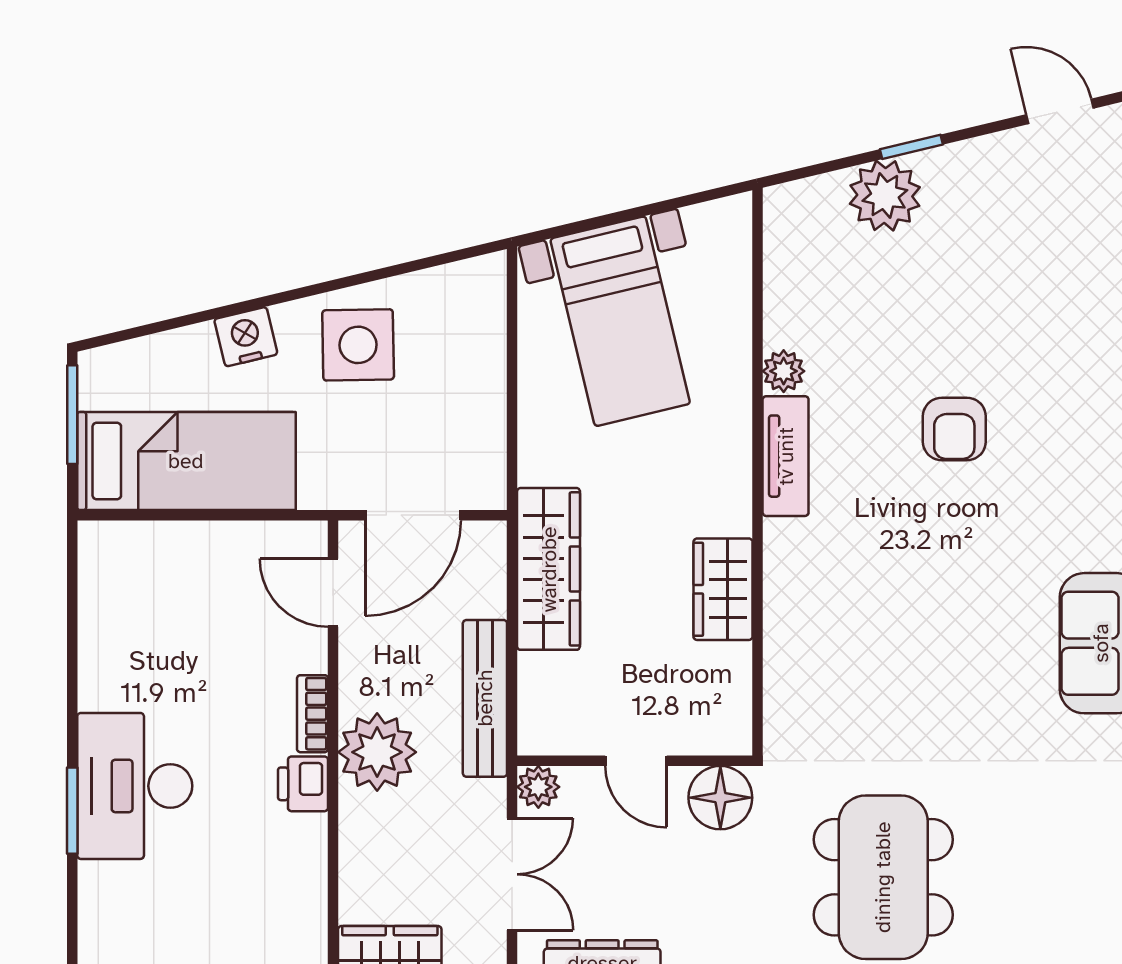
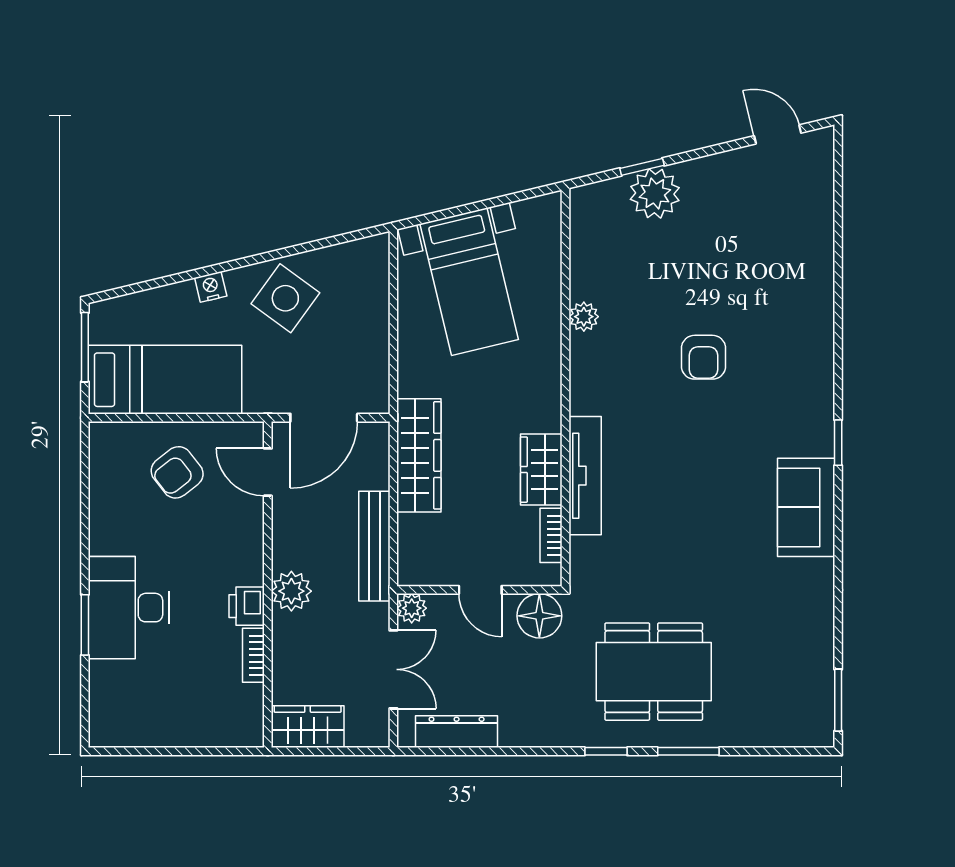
window: (911, 147) -> (642, 167), moved
nightstand: (246, 337) -> (211, 287), width x0.72, depth x0.74
side table: (358, 345) -> (285, 298), turned 37
tv unit: (786, 456) -> (585, 476), moved, width x1.41
armchair: (204, 593) -> (177, 472), added
bookcase: (737, 683) -> (551, 535), added
bookcase: (312, 714) -> (253, 655), moved
plant: (377, 752) -> (291, 591), width x0.73, depth x0.73
dining table: (883, 877) -> (654, 672), turned 90

